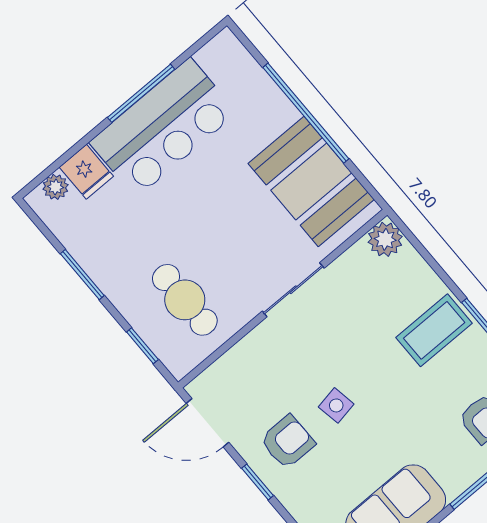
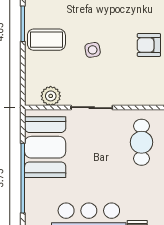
plant: (385, 239) -> (51, 96), moved
side table: (336, 405) -> (93, 50), moved

